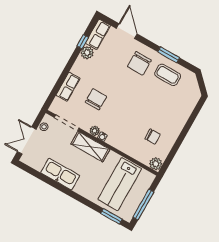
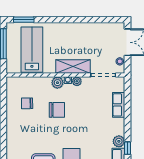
chair: (96, 99) -> (57, 110), moved, turned -90
plant: (156, 164) -> (57, 83), moved
kitchen sink: (60, 174) -> (85, 30), removed

